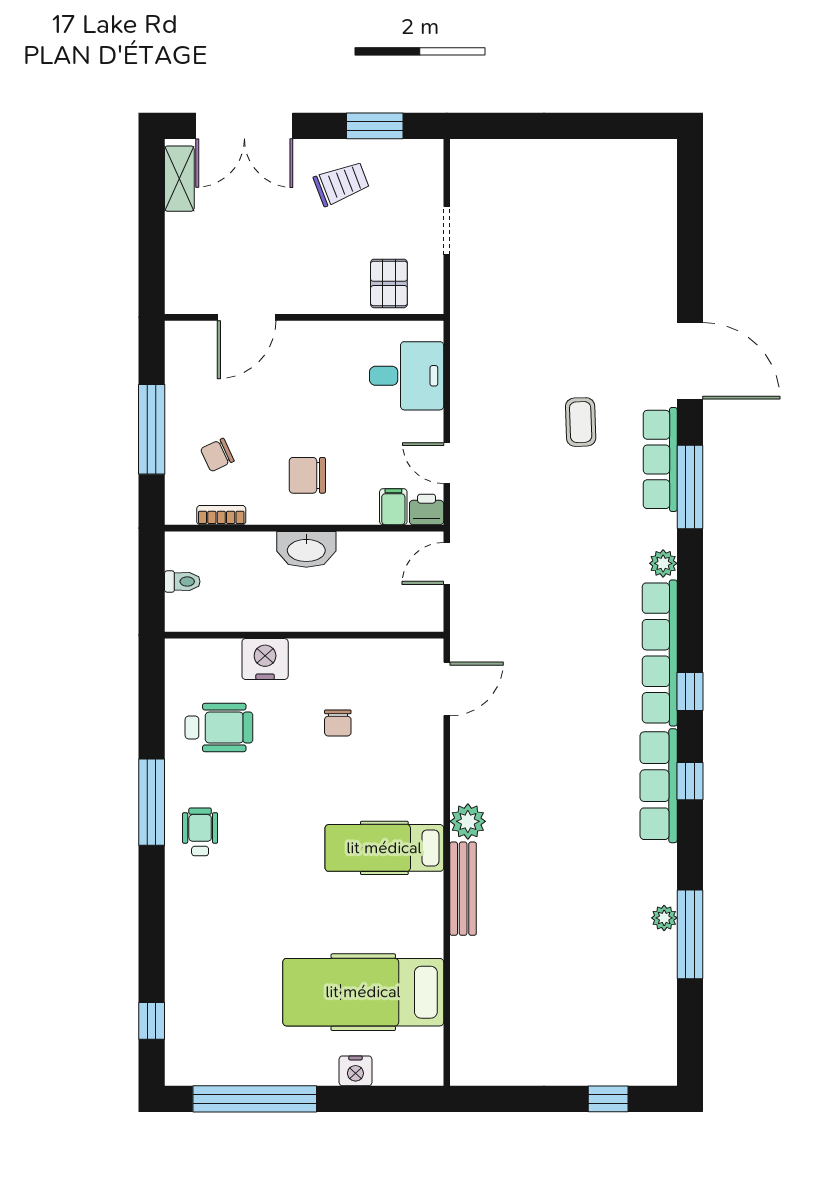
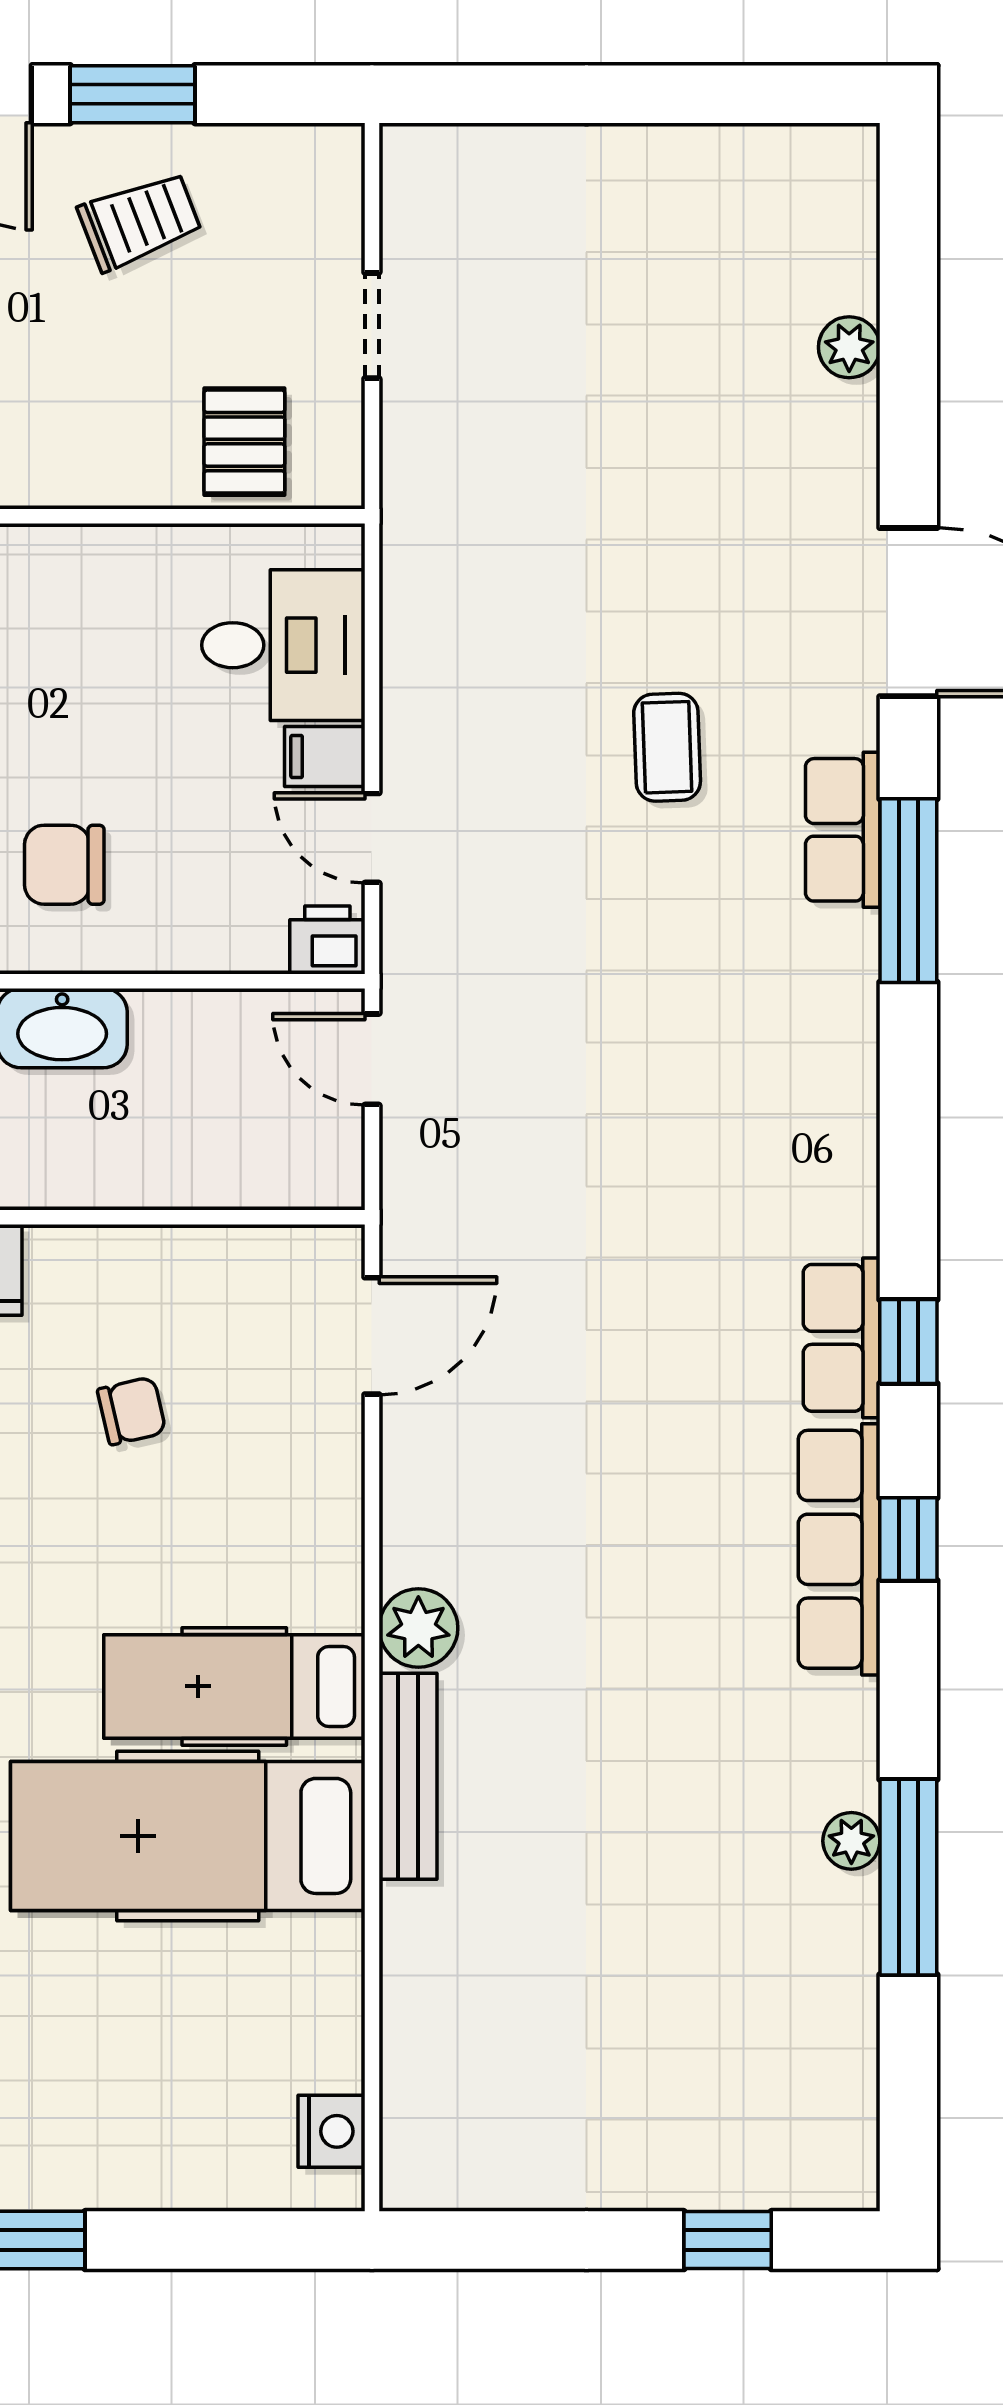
window: (375, 126) -> (132, 94), moved
row of seats: (660, 459) -> (843, 830), width x0.68
filing cabinet: (393, 507) -> (325, 757), moved, turned -90
plant: (663, 563) -> (849, 347), moved
door: (447, 564) -> (372, 1059), hinge flipped
row of seats: (660, 653) -> (842, 1338), width x0.50
chair: (338, 723) -> (132, 1411), turned -103
hospital bed: (363, 992) -> (188, 1836), moved
nightstand: (355, 1071) -> (331, 2131), moved, turned -90

